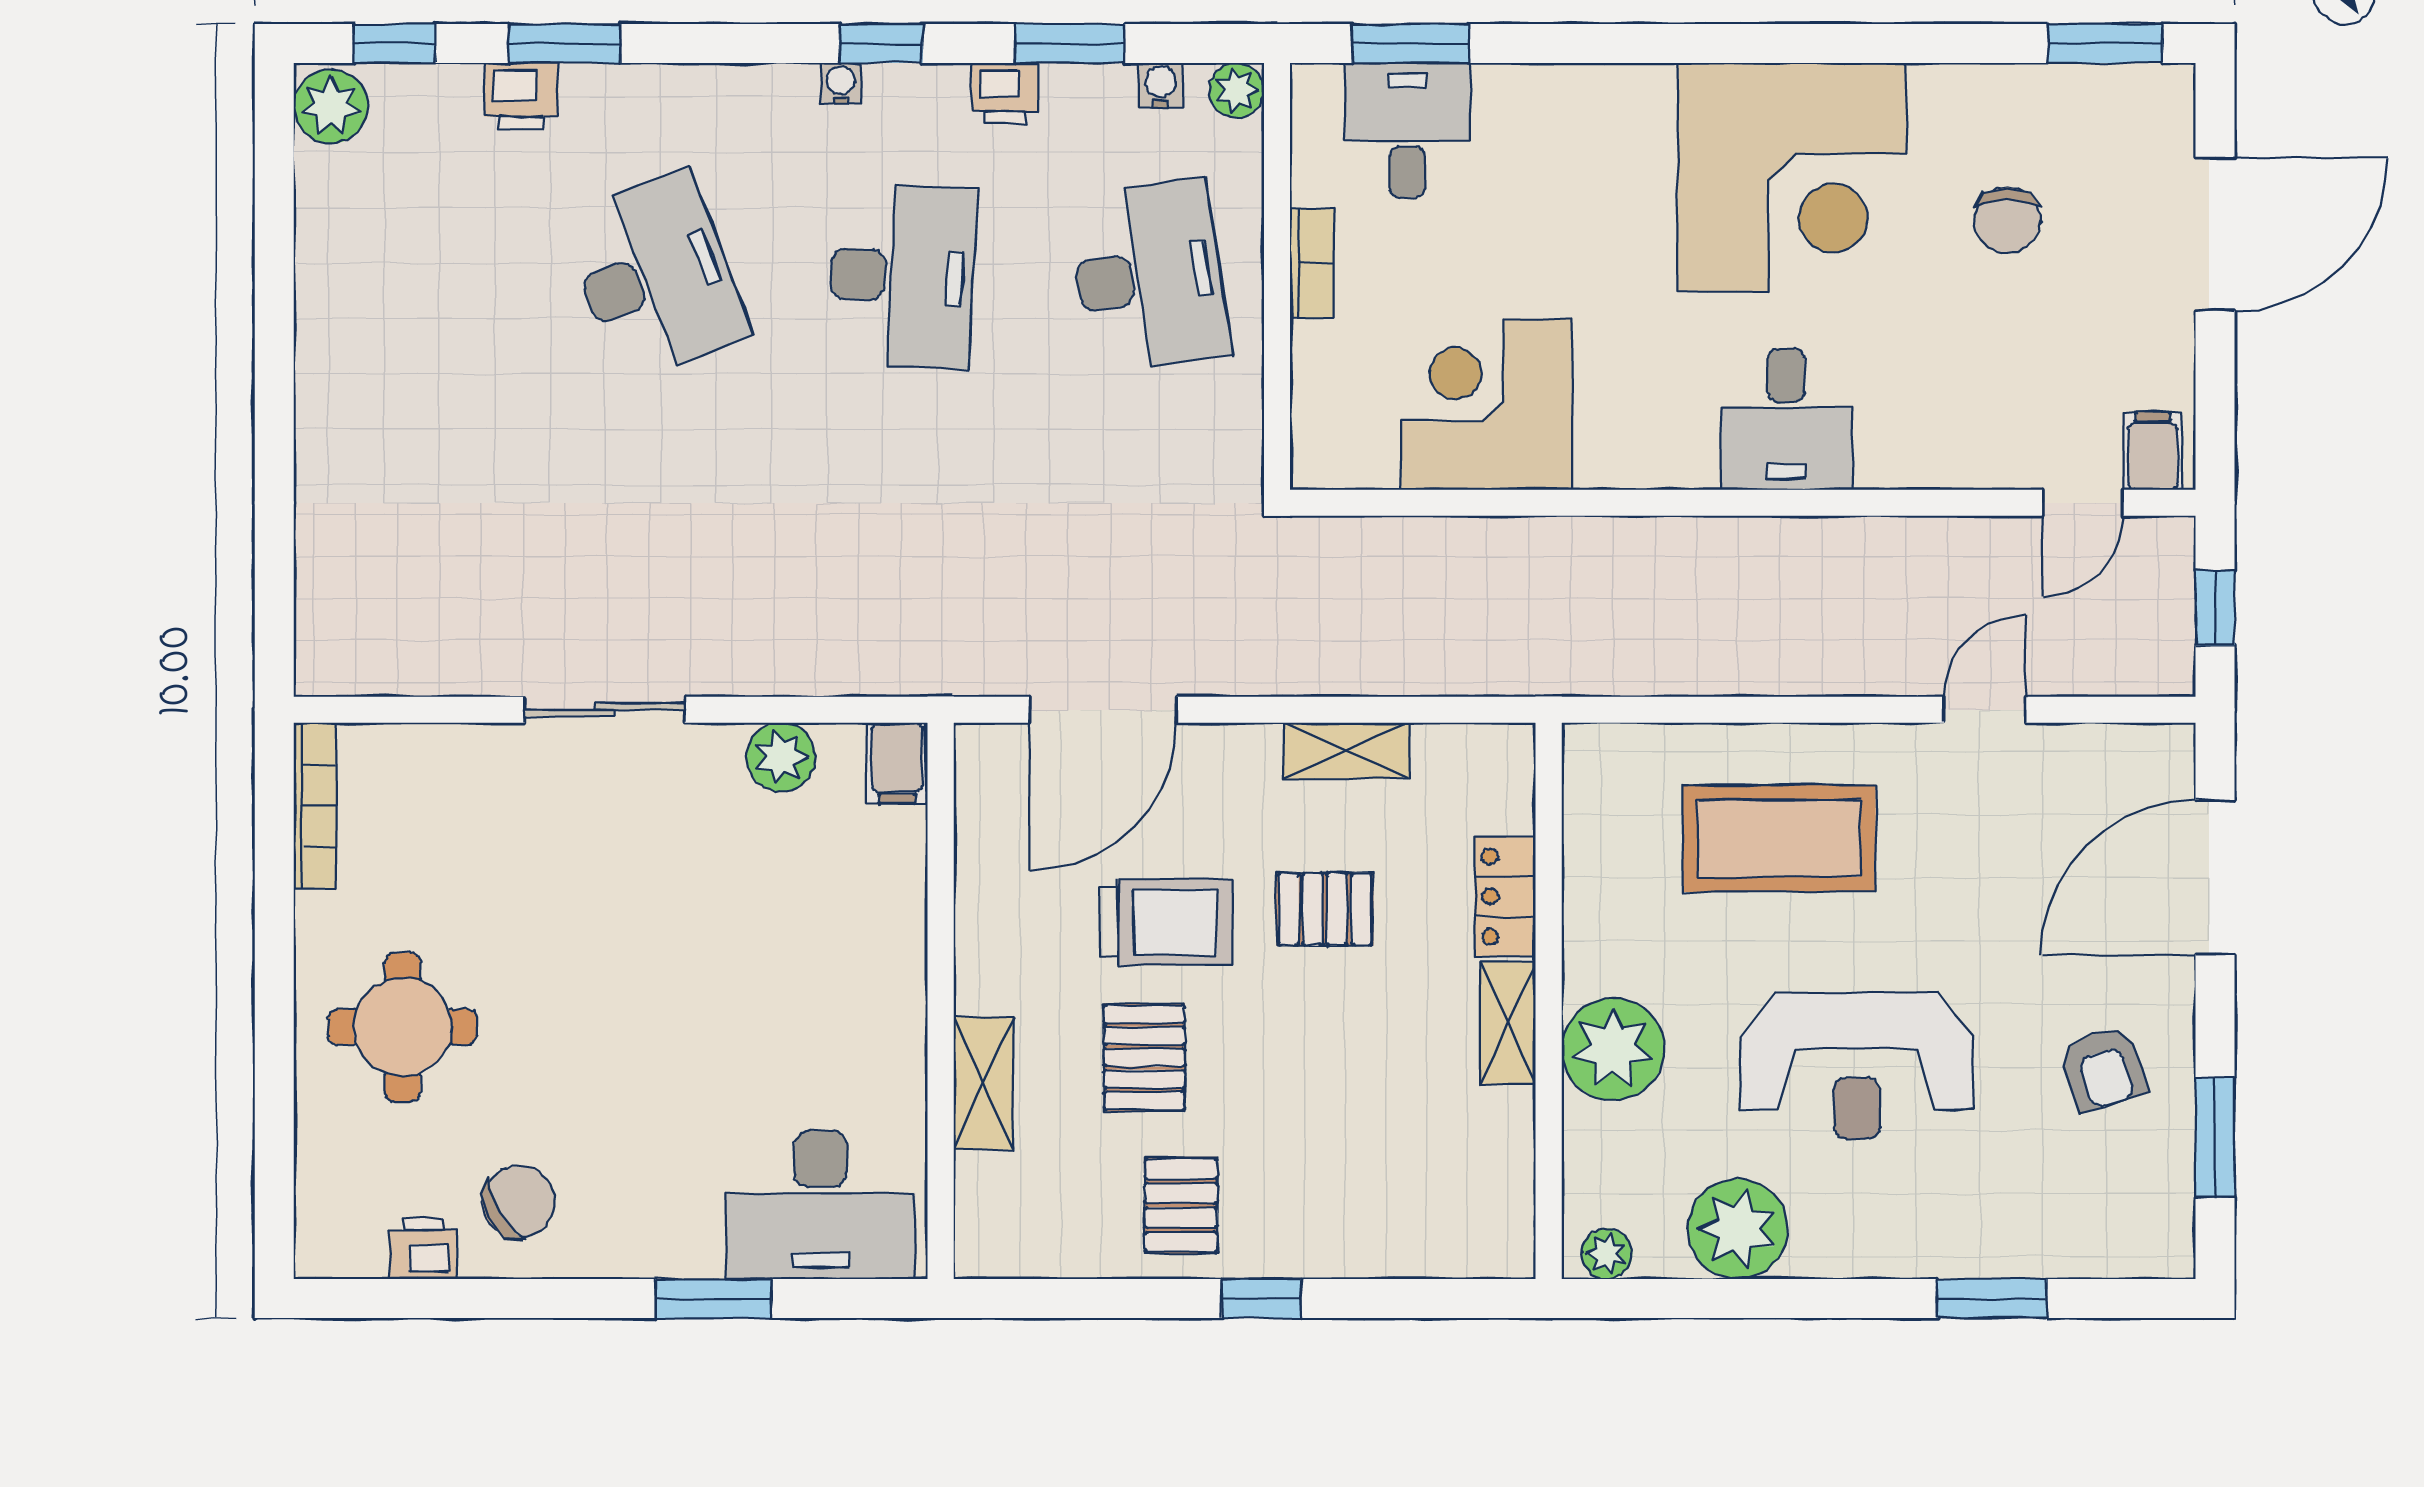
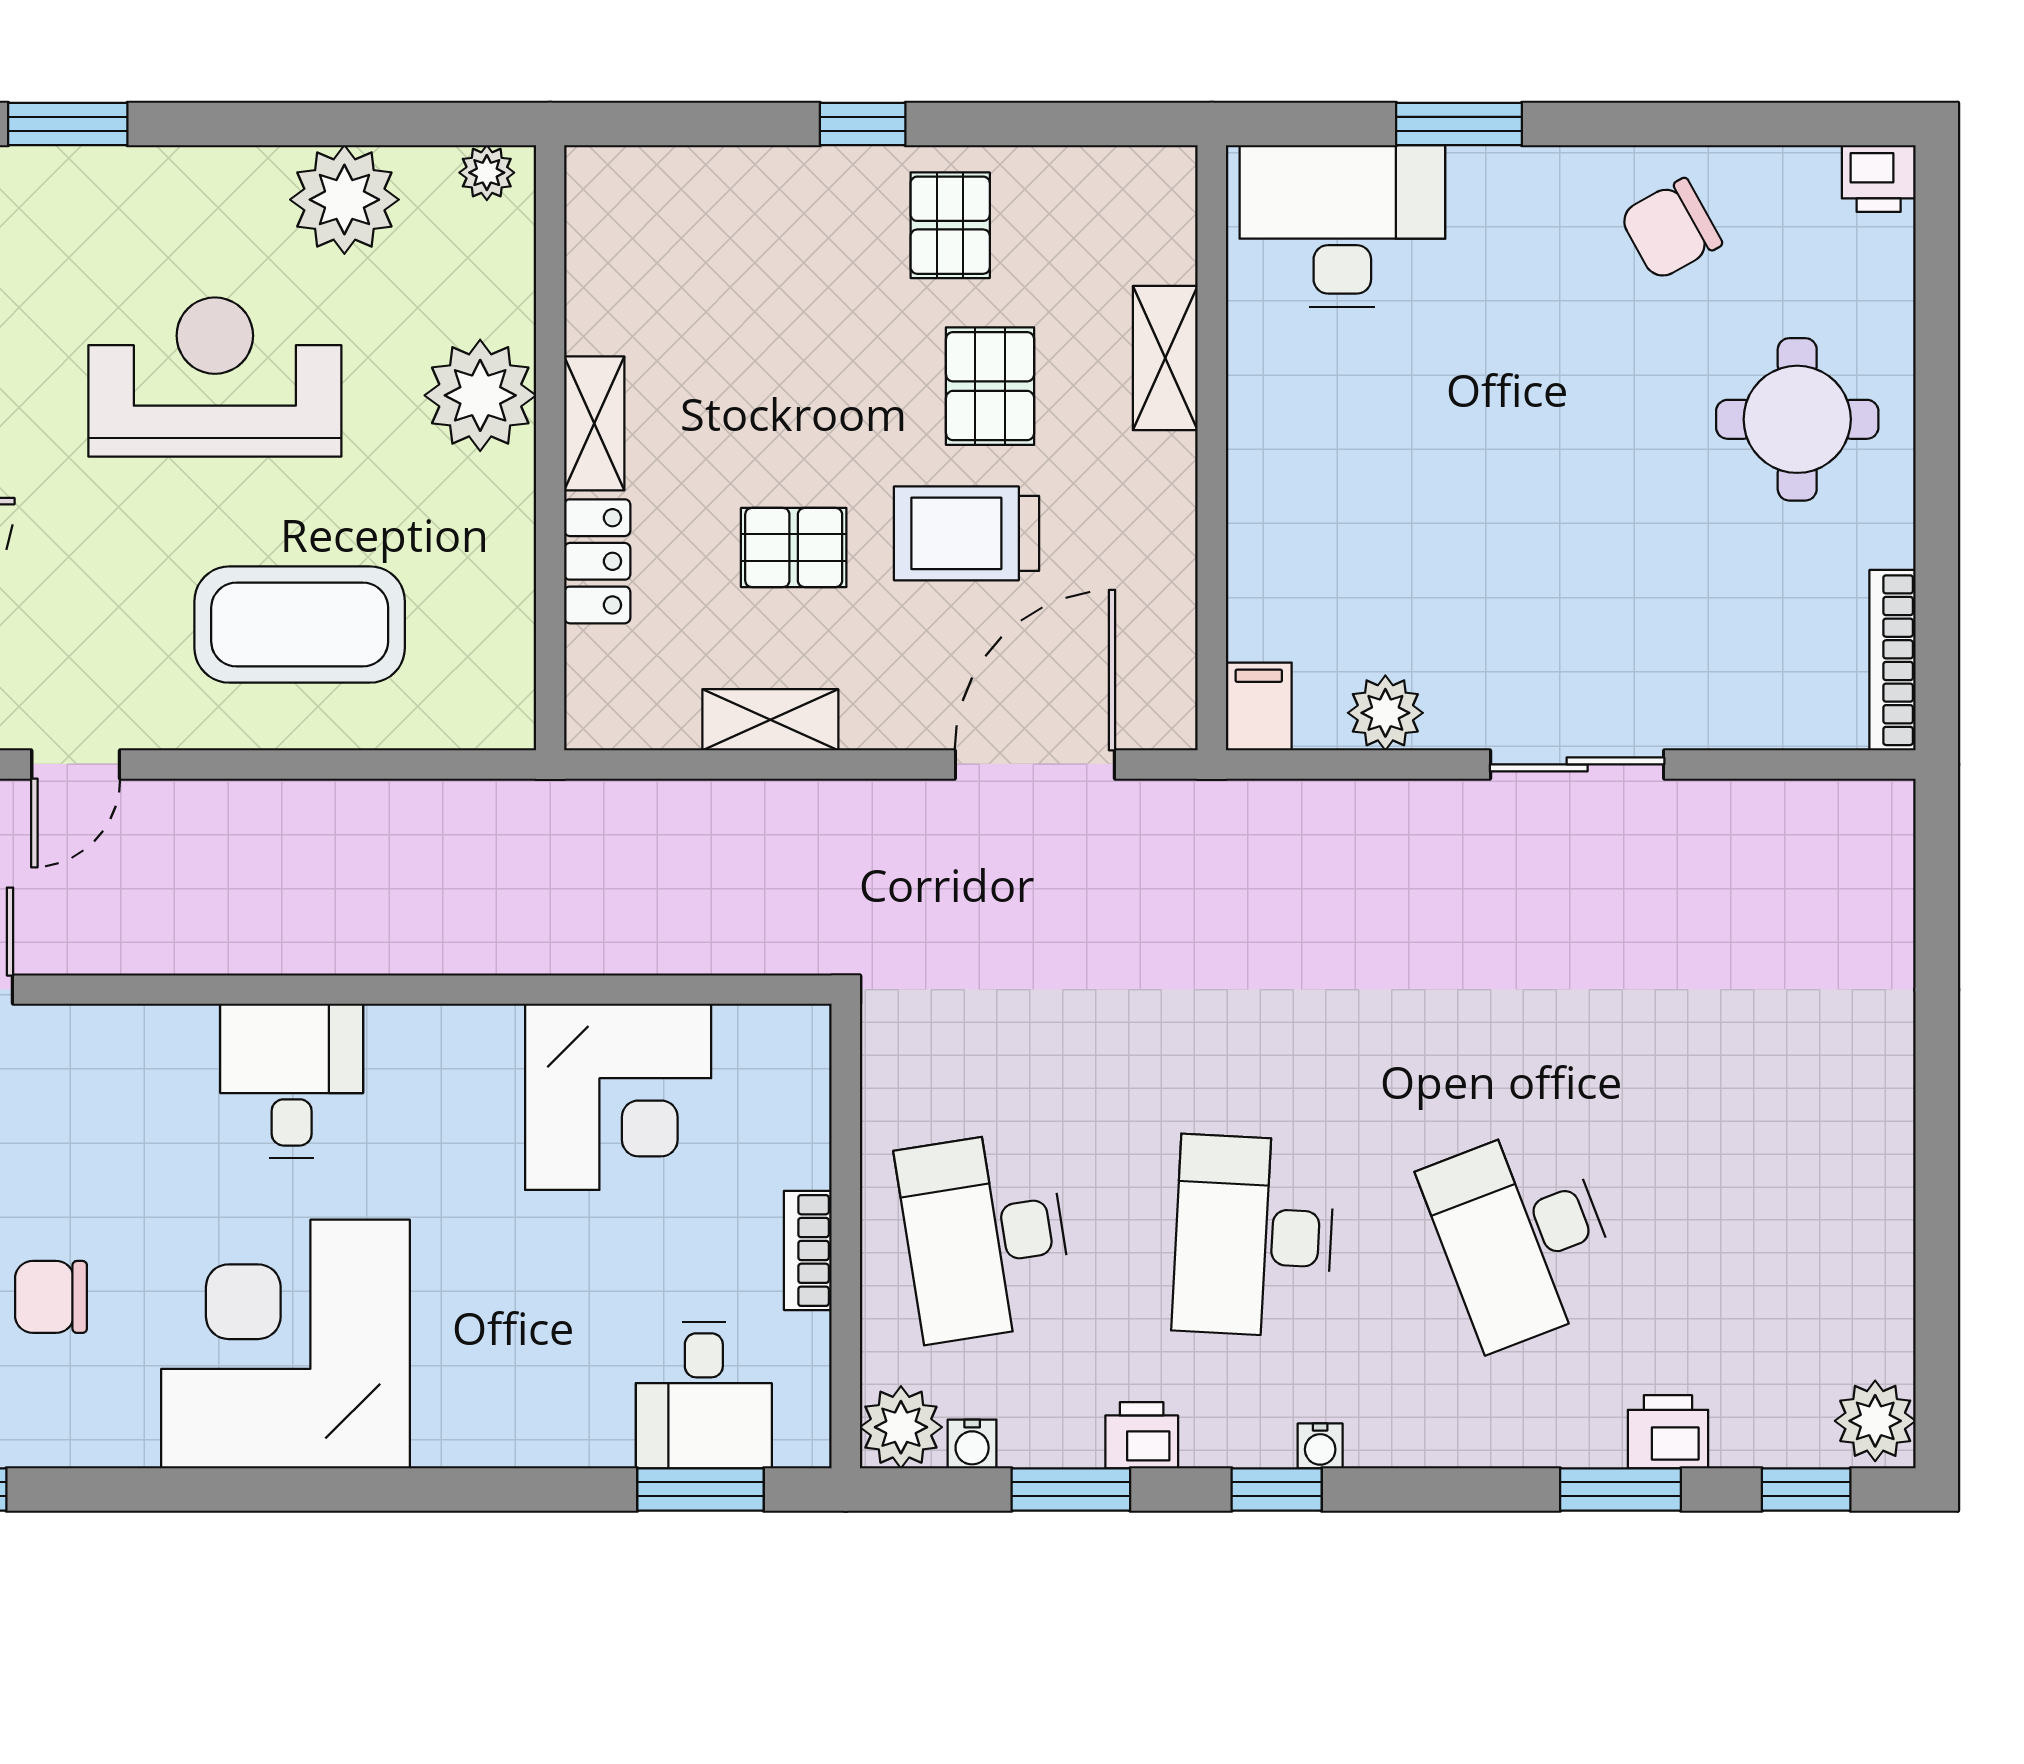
plant: (1237, 90) -> (901, 1427), width x1.38, depth x1.38
chair: (2007, 220) -> (51, 1297), turned -90
printer: (423, 1248) -> (1879, 178), moved

